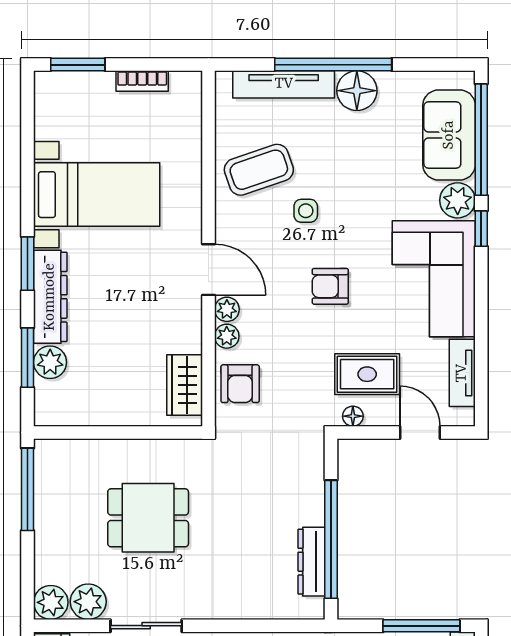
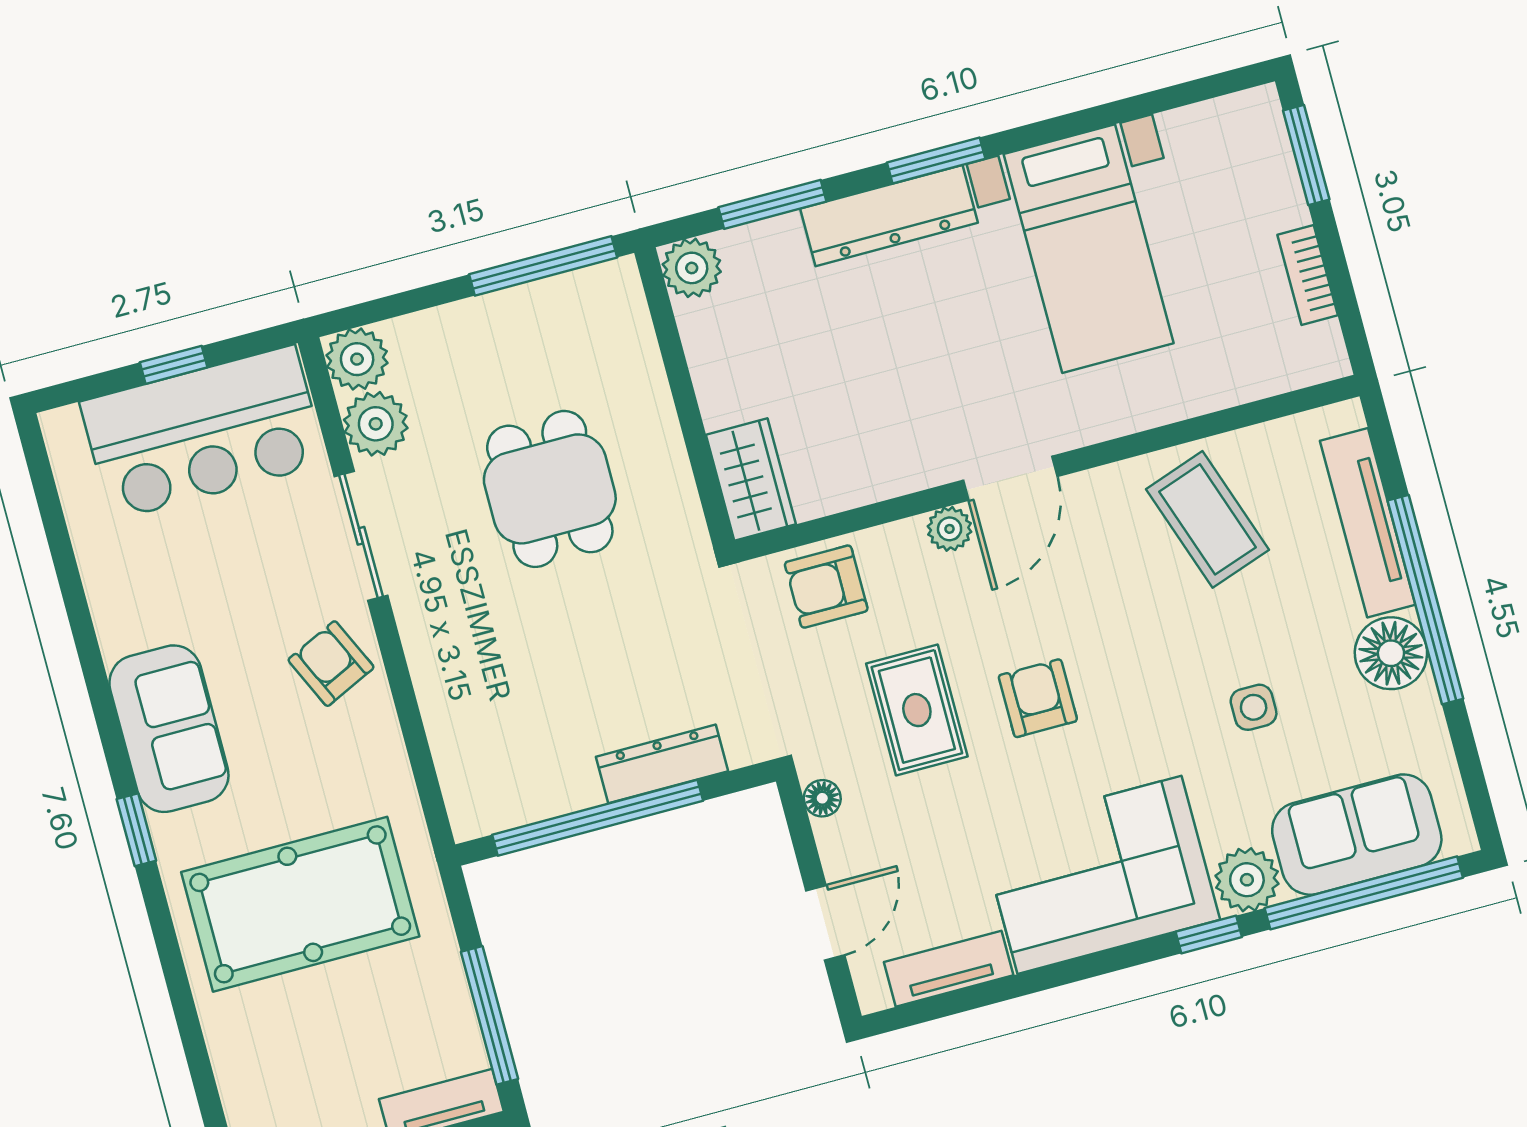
side table: (306, 211) -> (1254, 707), moved
plant: (227, 336) -> (903, 541), removed
plant: (50, 362) -> (692, 268), moved
rug: (367, 374) -> (917, 710), moved
wardrobe: (185, 385) -> (751, 479), moved, turned 90
dresser: (312, 562) -> (662, 764), moved

